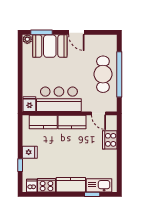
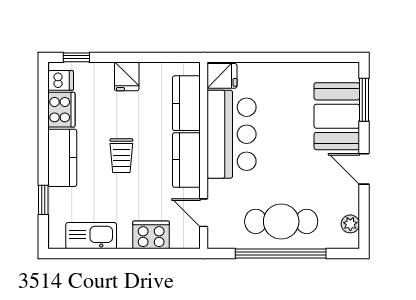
door: (76, 32) -> (364, 169), hinge flipped
plant: (27, 39) -> (350, 224), moved
door: (99, 113) -> (204, 213), hinge flipped
trolley: (70, 155) -> (121, 156), added
window: (20, 165) -> (76, 57), moved
kitchen sink: (99, 185) -> (91, 236), moved, turned -90

